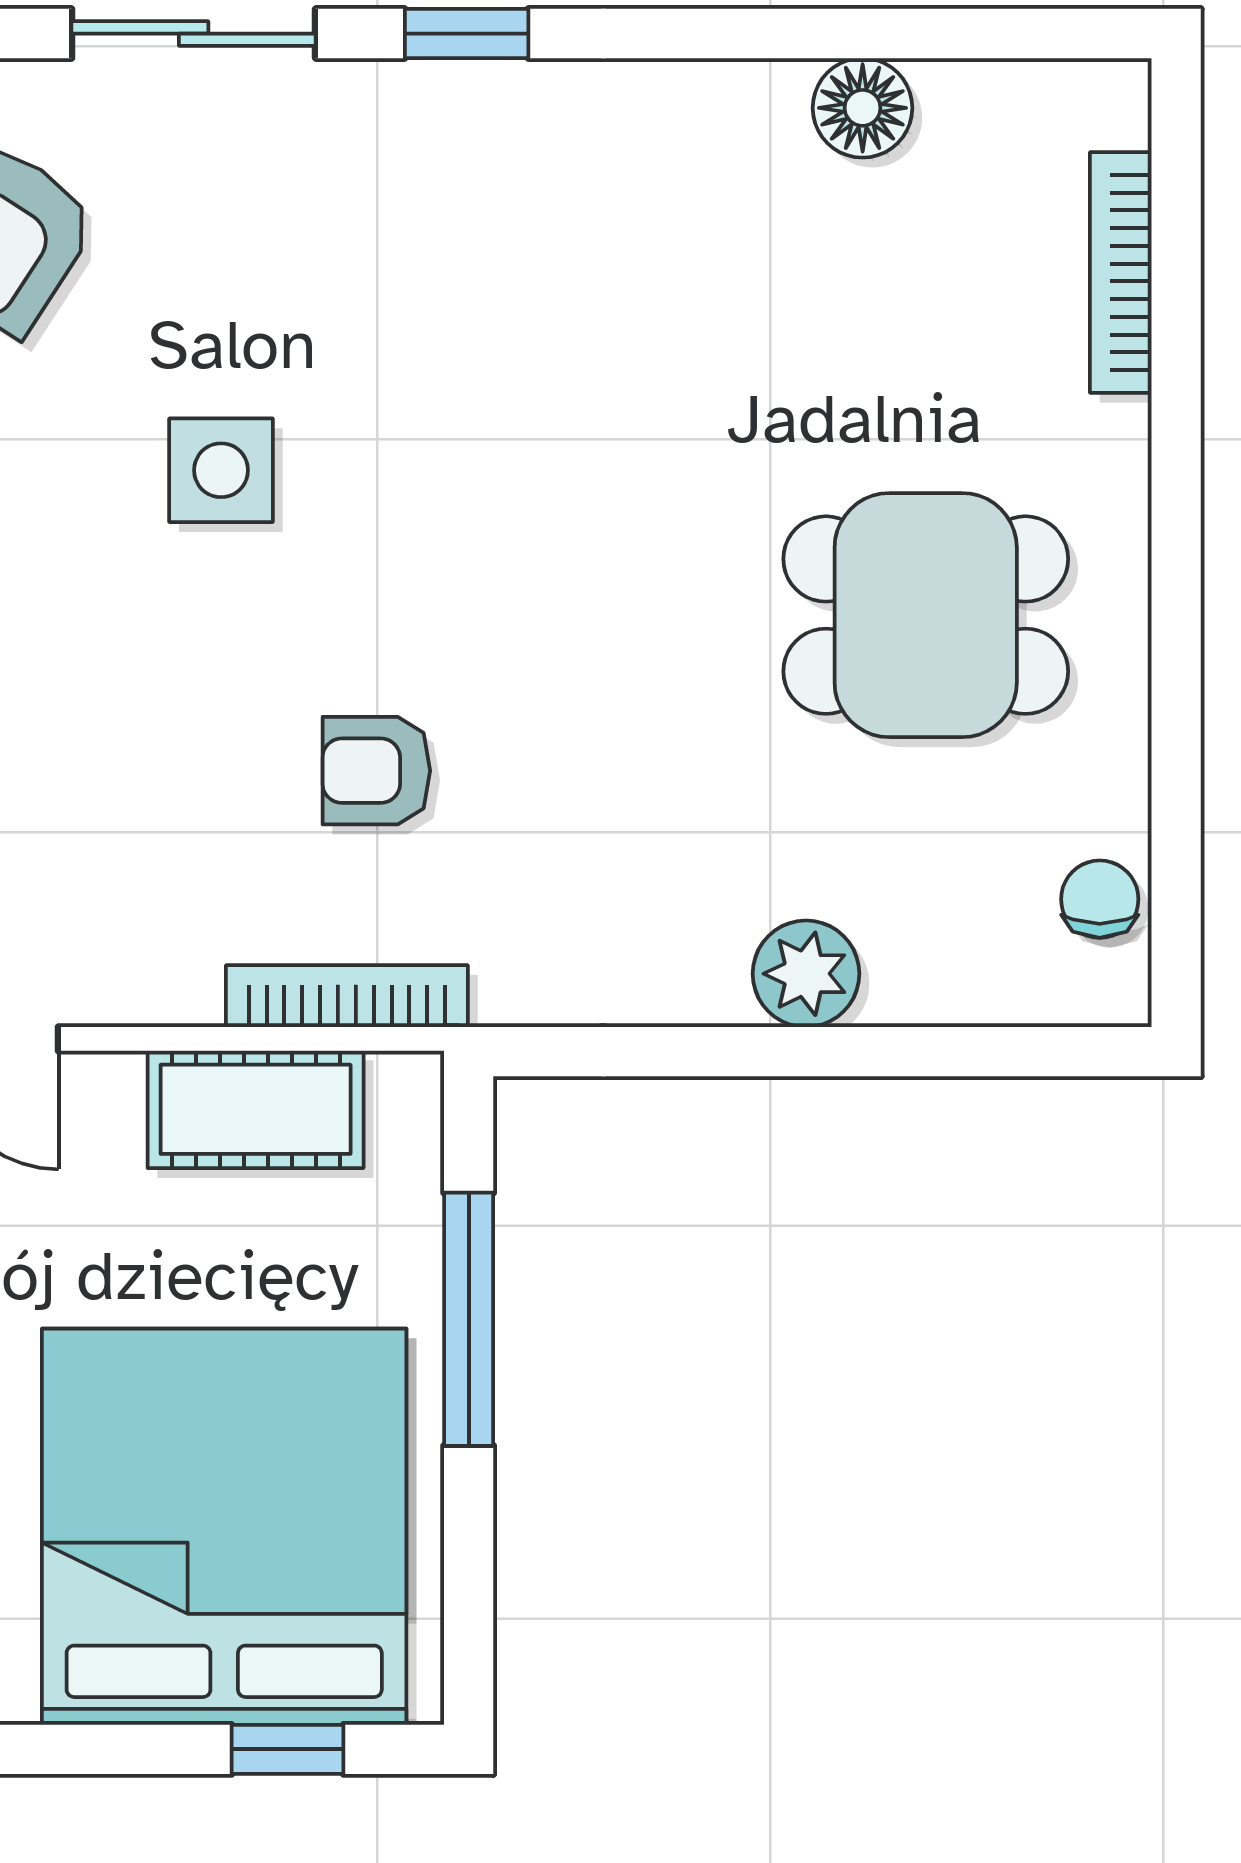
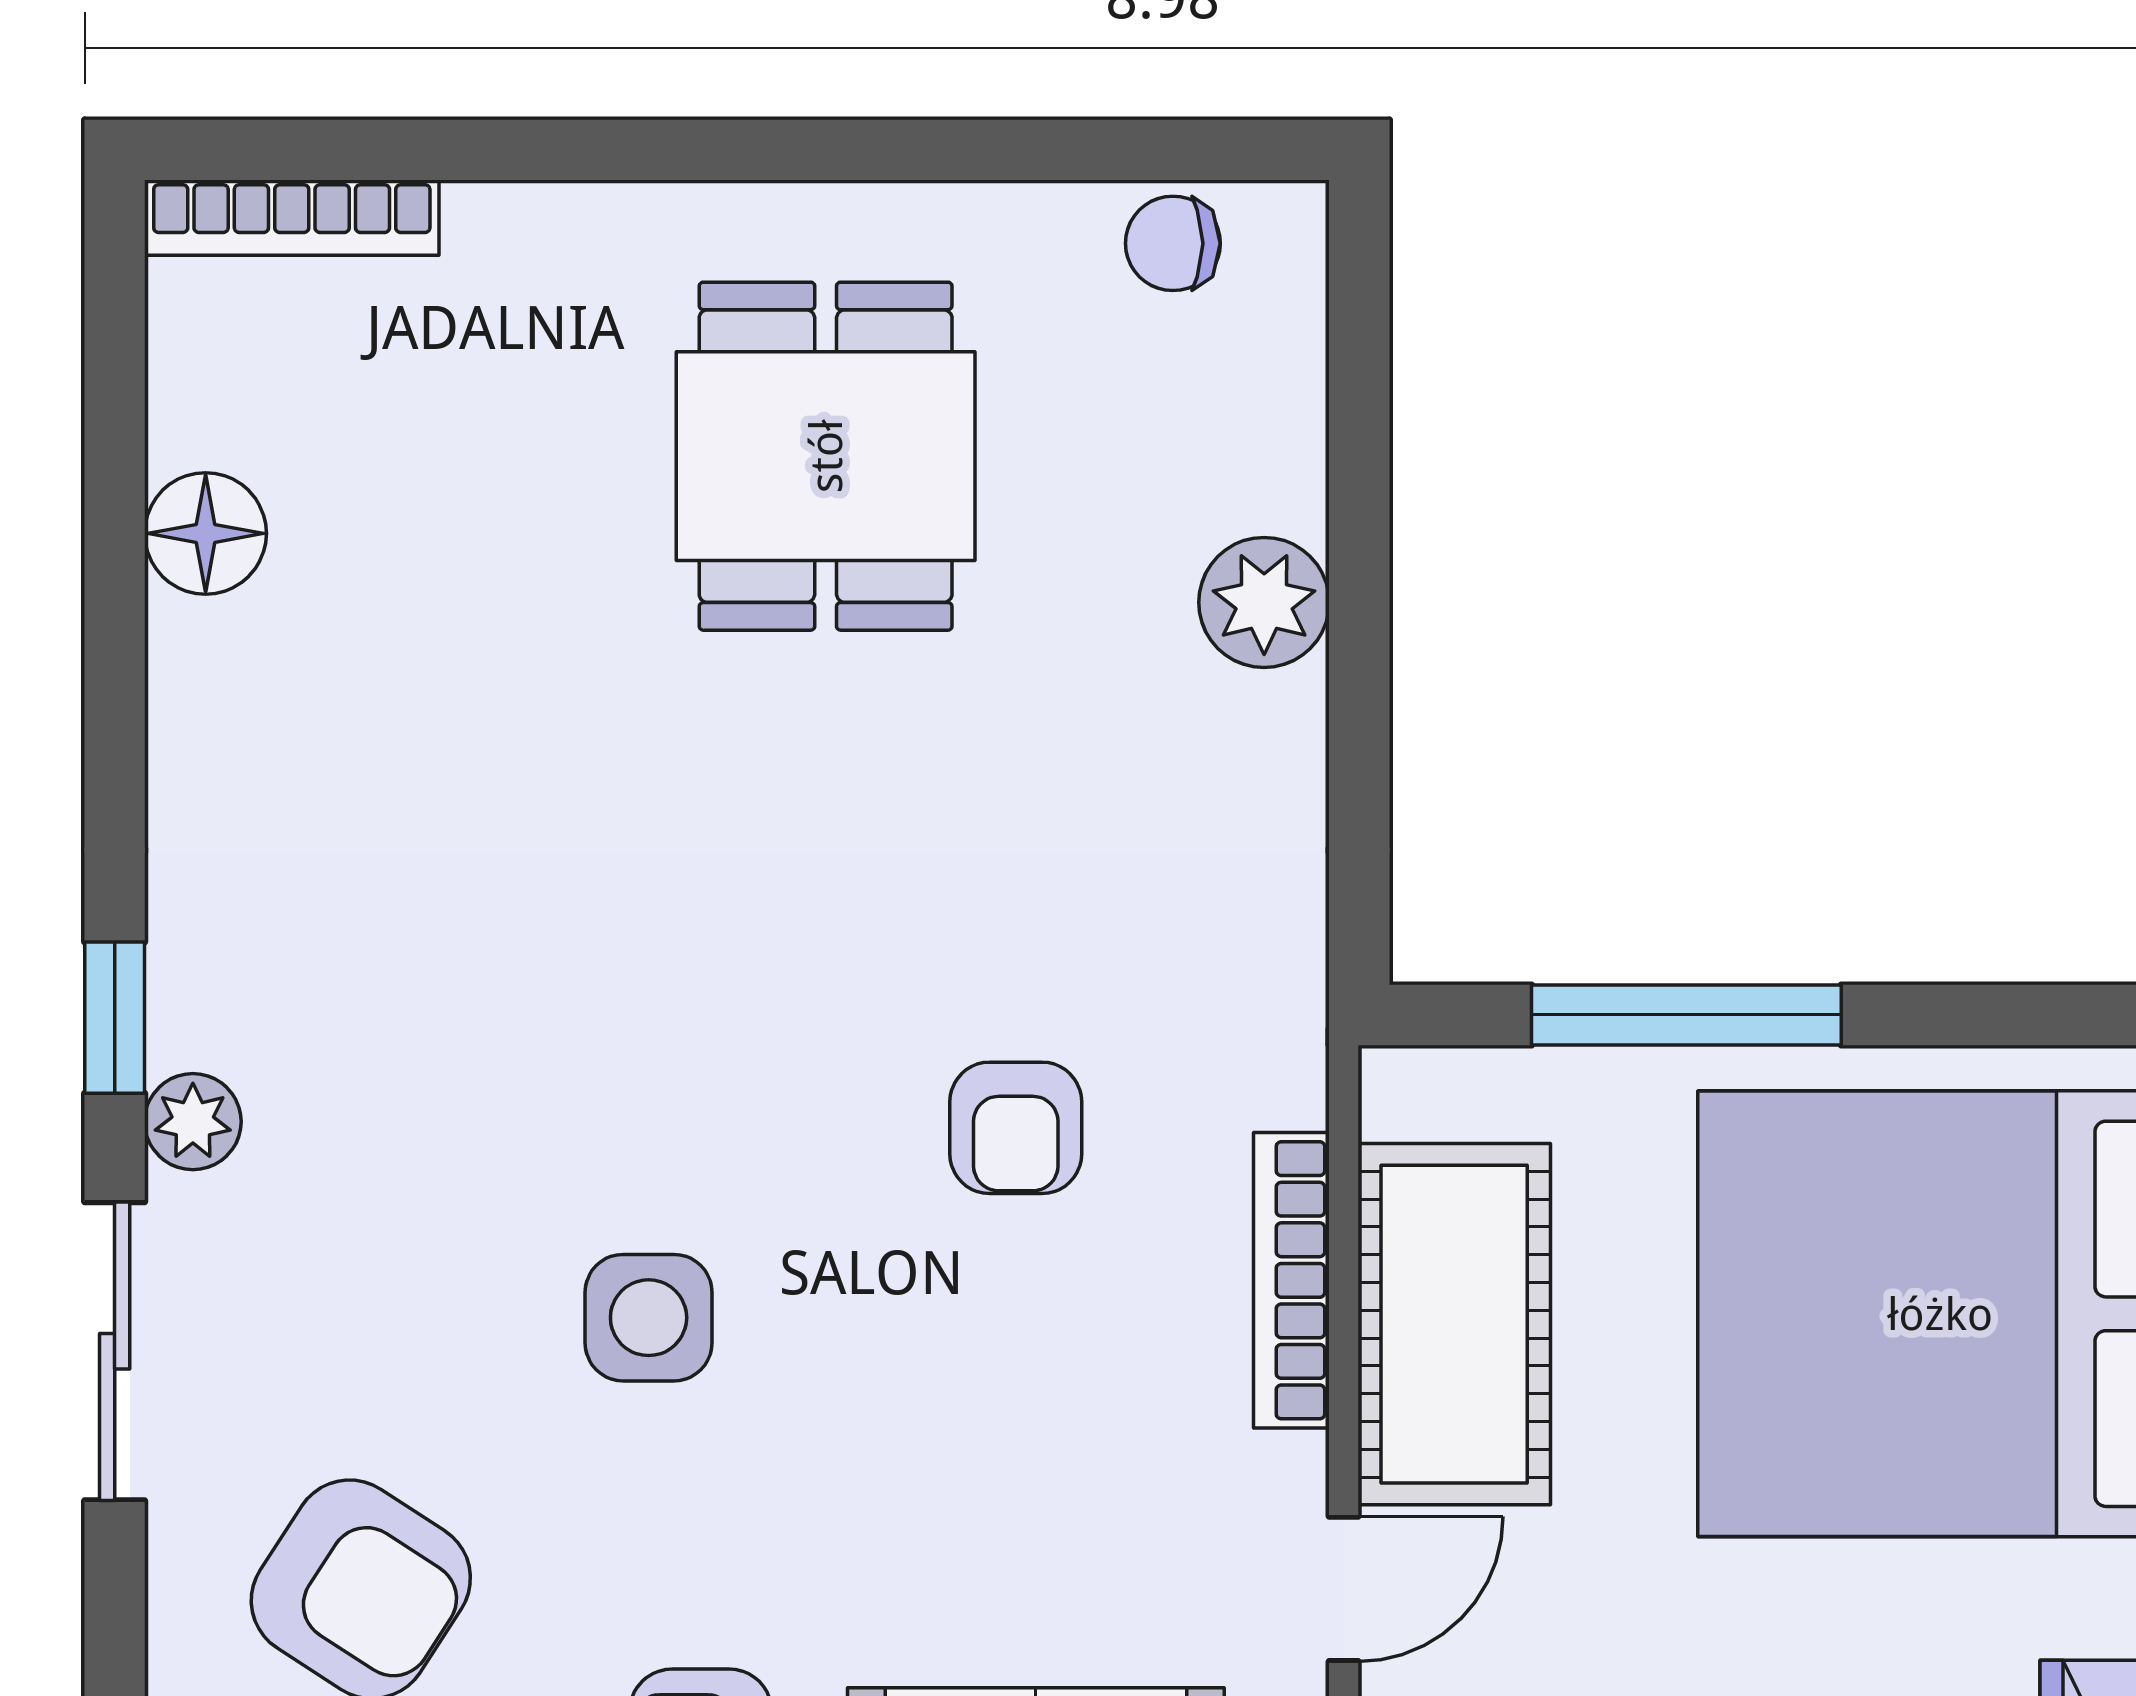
plant: (381, 98) -> (193, 1122), added
bookcase: (1121, 272) -> (292, 218), moved
bookcase: (347, 996) -> (1291, 1280), moved
cot: (256, 1109) -> (1454, 1324), width x1.37, depth x1.34

